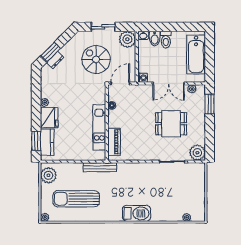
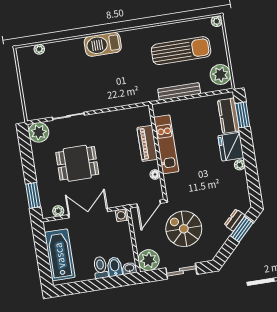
spiral stairs: (96, 59) -> (184, 229), turned 180
piano: (114, 142) -> (147, 143), moved
bench: (100, 167) -> (179, 91), moved

